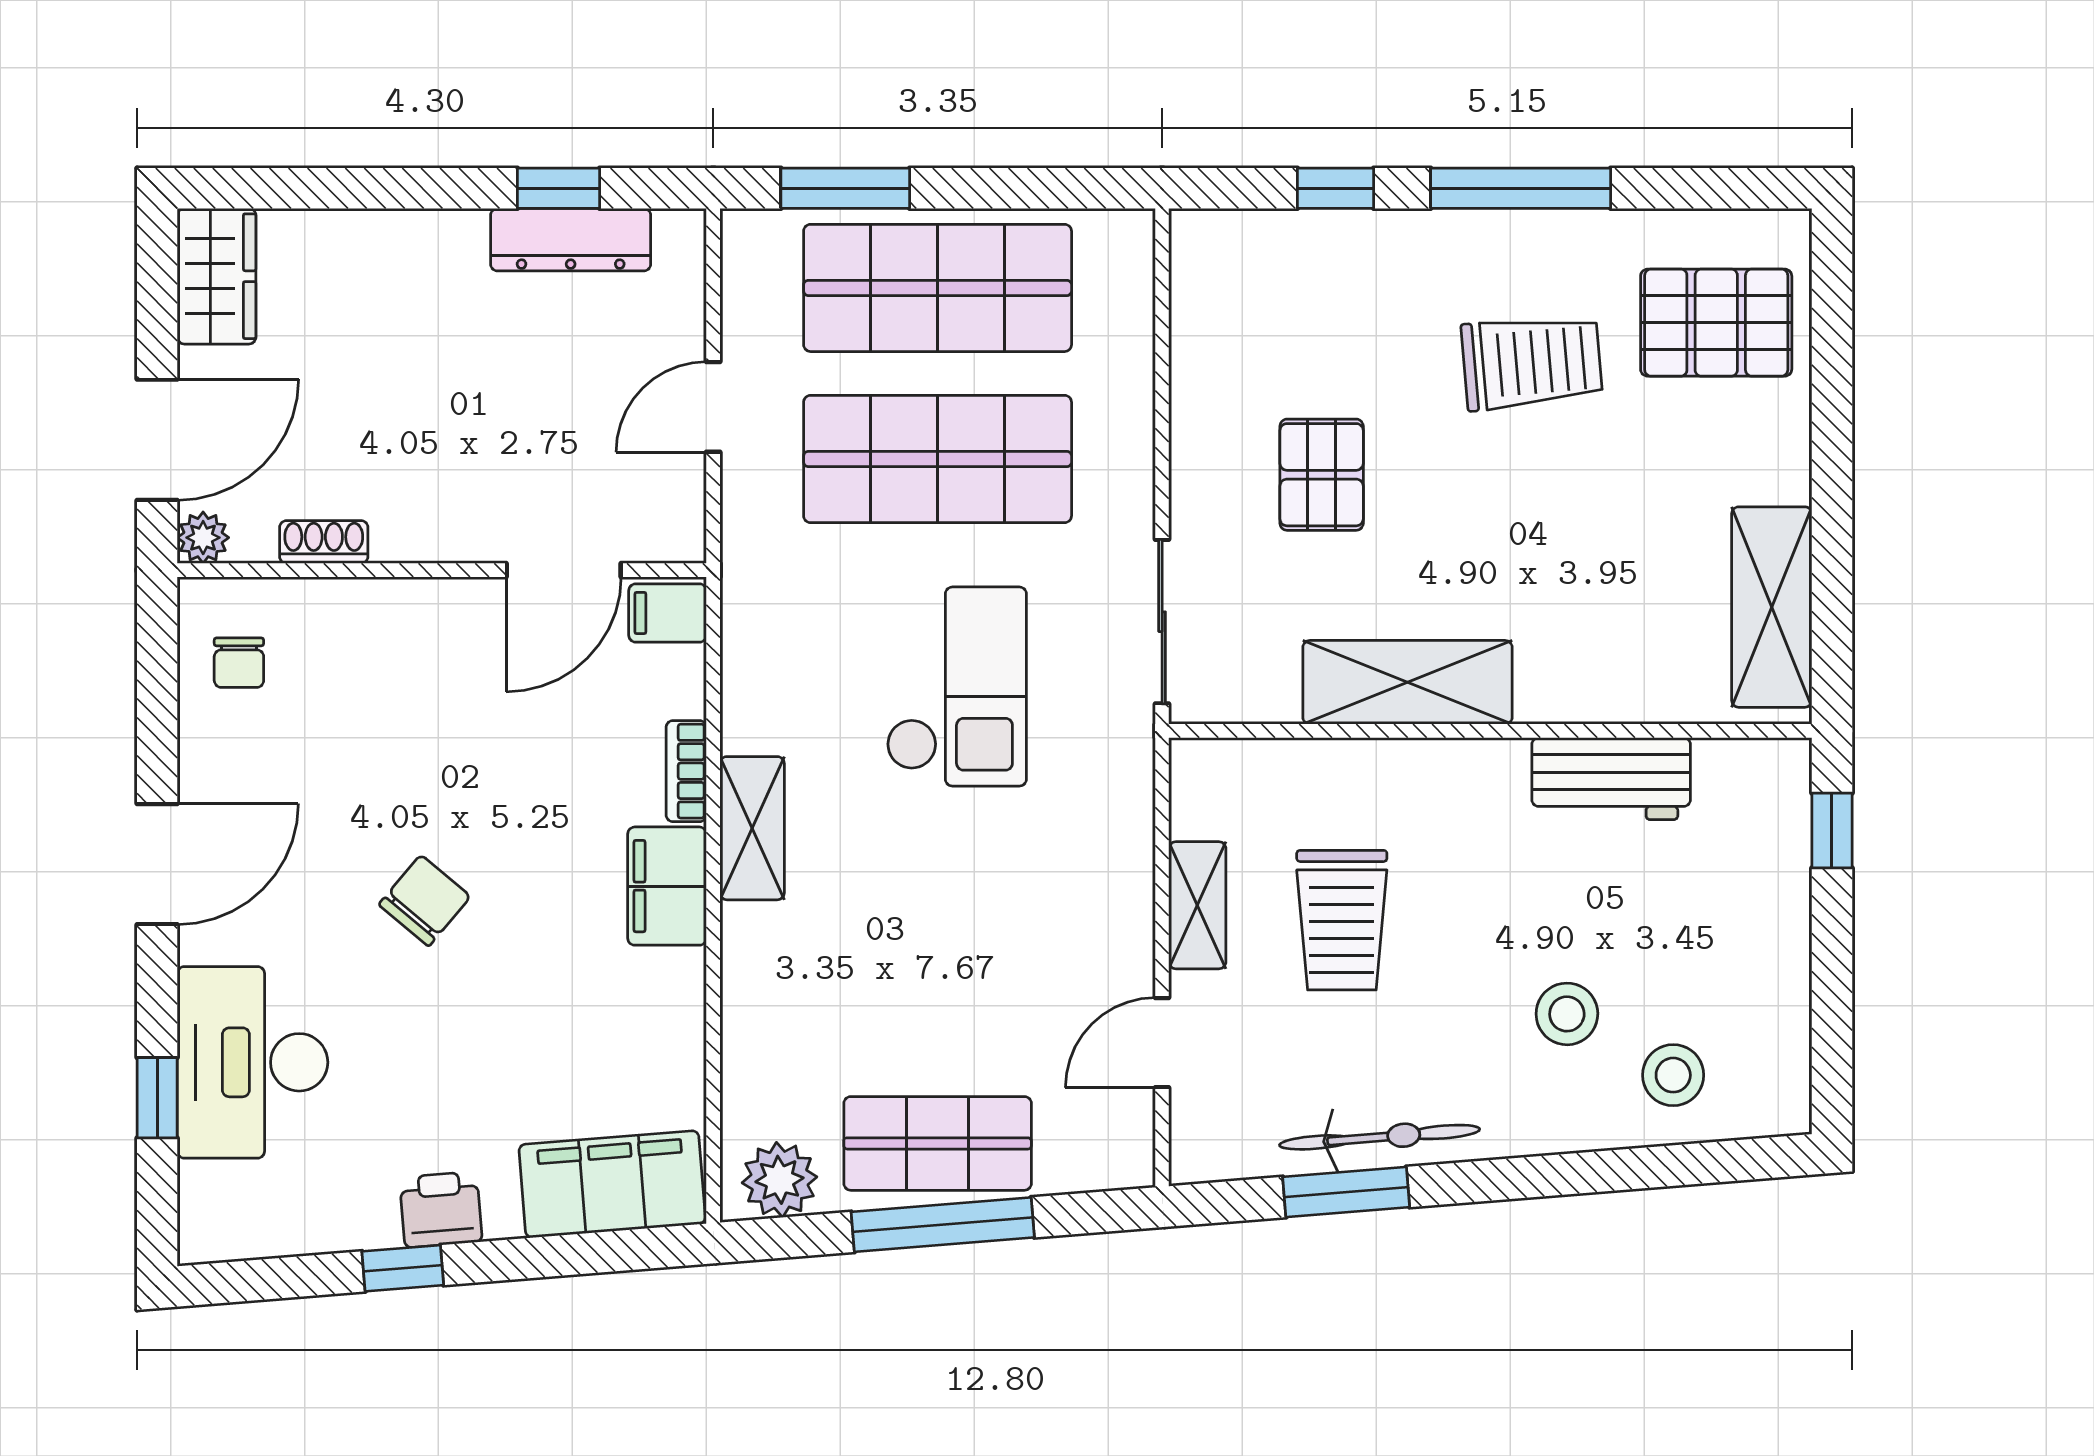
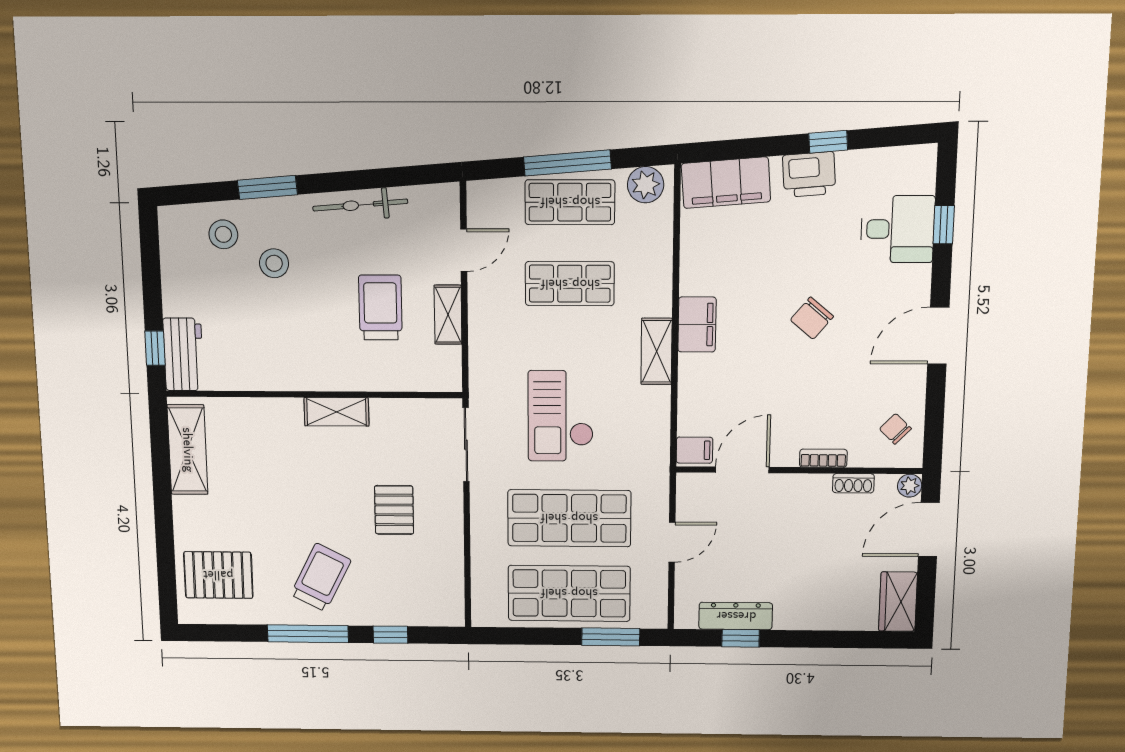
trolley: (1532, 362) -> (321, 577), moved, turned 122
chair: (239, 663) -> (895, 429), turned -46
shelving: (1407, 682) -> (336, 412), width x0.67, depth x0.75
bookcase: (686, 771) -> (823, 458), moved, turned -90
workbench: (1611, 779) -> (183, 354), moved, turned 90
shop shelf: (938, 972) -> (570, 284), added
desk: (252, 1062) -> (898, 229), width x0.73
window: (1346, 1192) -> (267, 187), moved
printer: (441, 1210) -> (809, 174), width x1.36, depth x1.24

